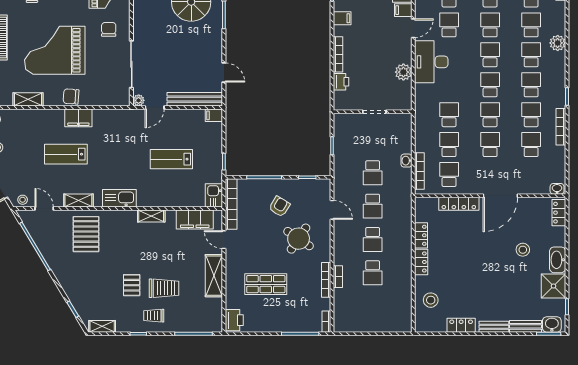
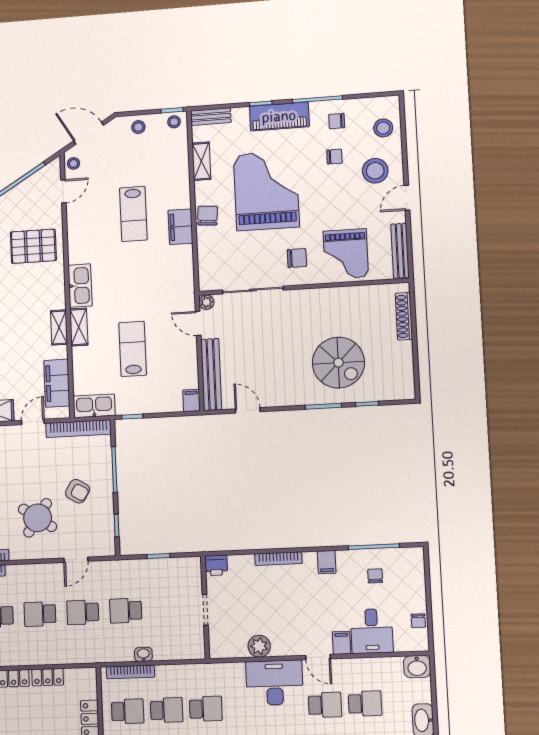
door: (224, 72) -> (248, 410), swing flipped
printer: (341, 82) -> (216, 565), moved
lab bench: (66, 154) -> (133, 214), turned 180
kitchen sink: (214, 195) -> (94, 406), width x1.38
shelving: (78, 201) -> (79, 327), moved

